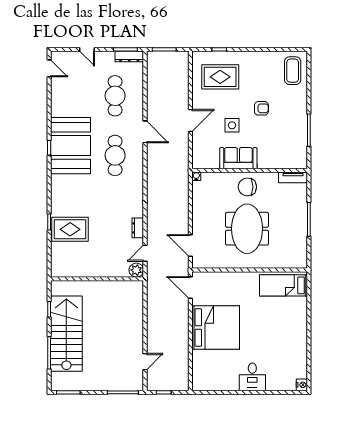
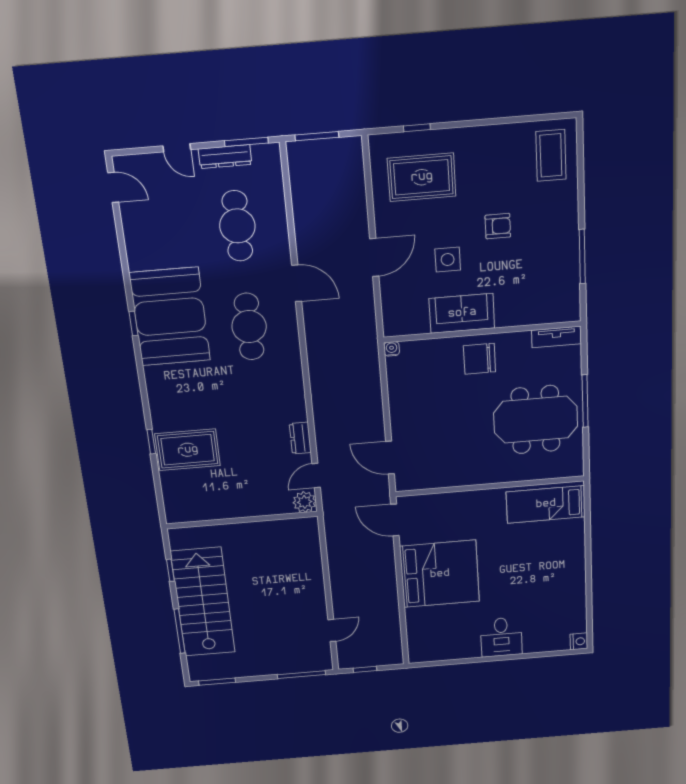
dresser: (129, 56) -> (225, 157), moved
meeting table: (247, 229) -> (536, 420), moved, turned 90

